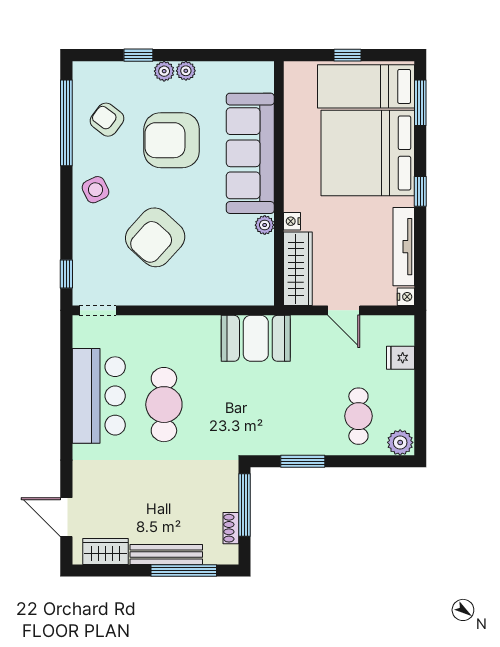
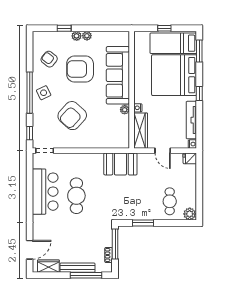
window: (66, 123) -> (30, 93), moved
fridge: (401, 358) -> (190, 158), moved
door: (66, 517) -> (30, 250), swing flipped

